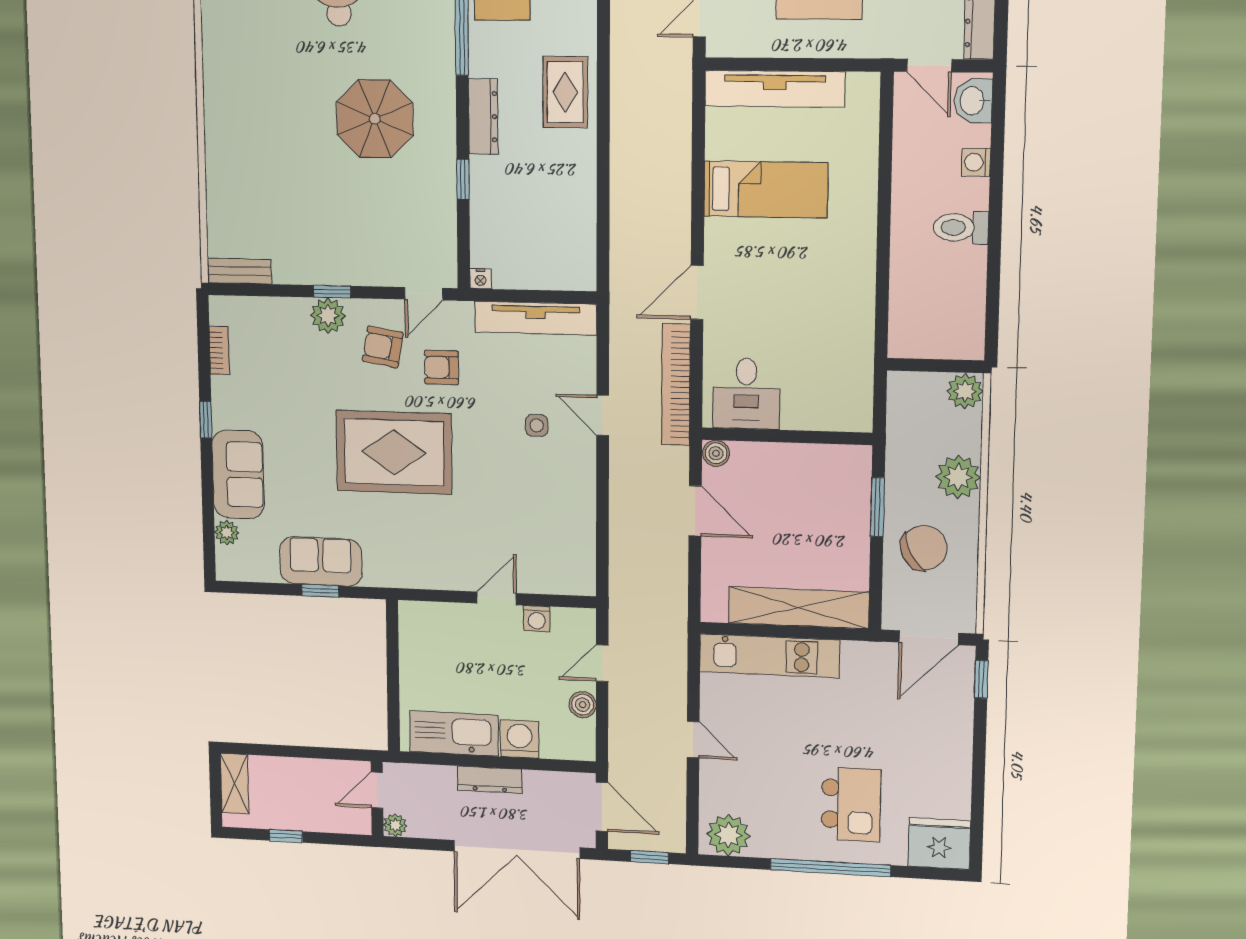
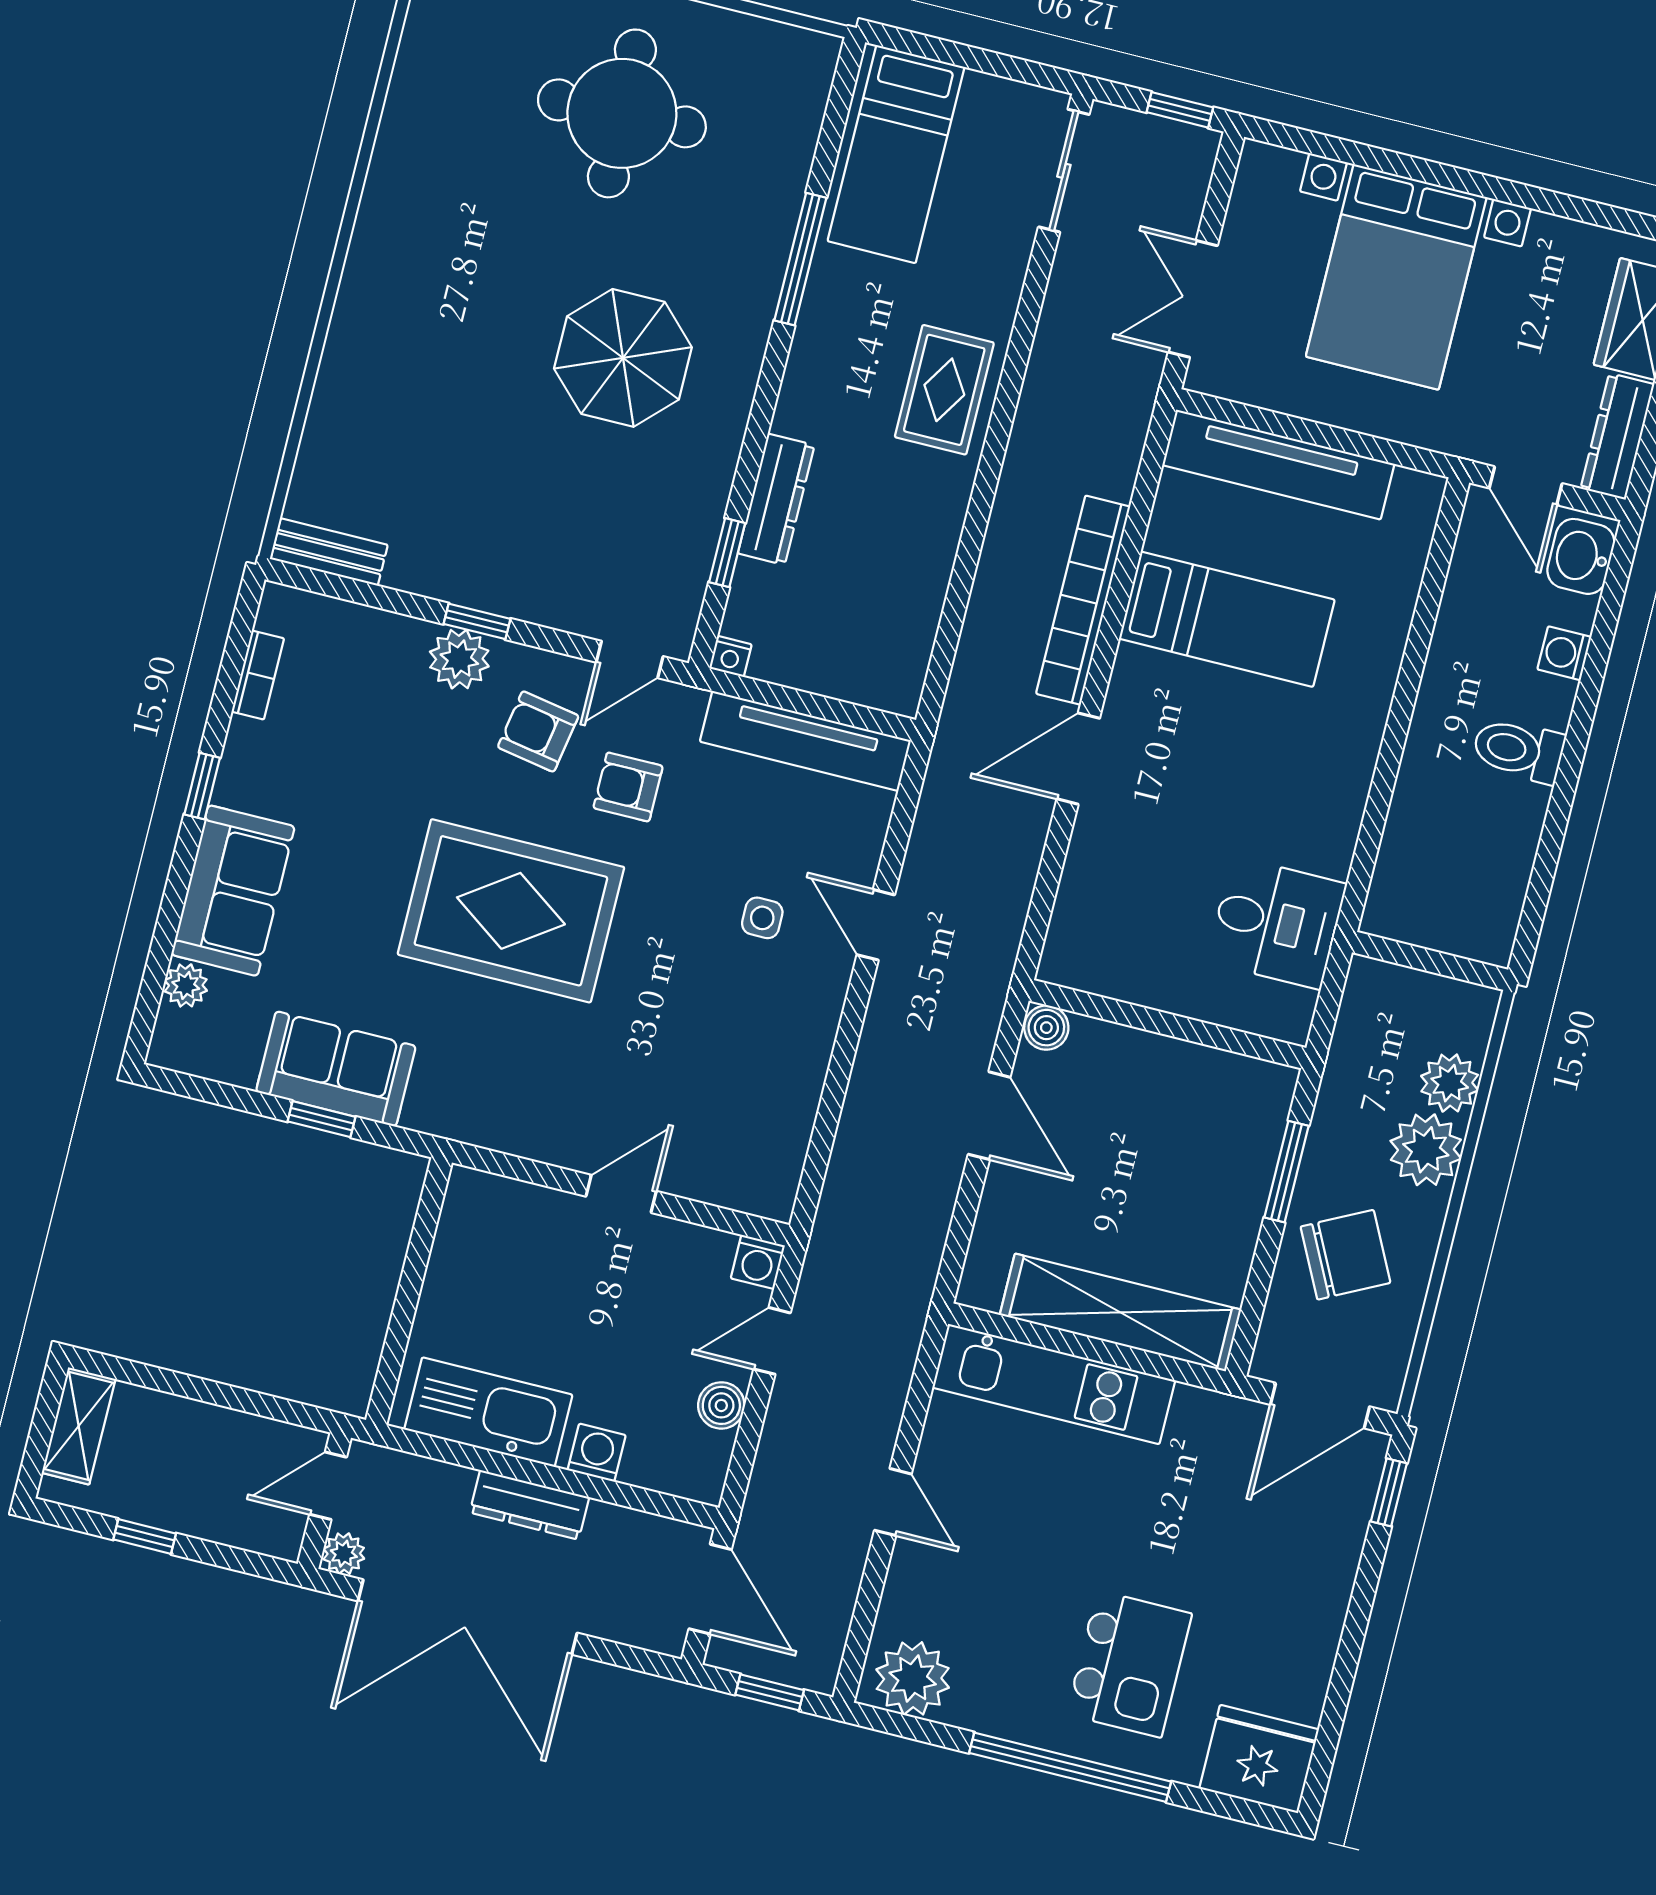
dresser: (483, 117) -> (776, 499), moved
window: (463, 179) -> (727, 553), moved
bookcase: (676, 385) -> (1083, 600), moved
plant: (965, 391) -> (1450, 1083), moved
desk: (746, 394) -> (1277, 923), moved, turned -90
washing machine: (537, 619) -> (758, 1262), moved
washing machine: (520, 739) -> (597, 1453), width x0.73, depth x0.73
double door: (517, 849) -> (467, 1617), moved

